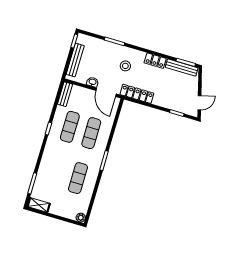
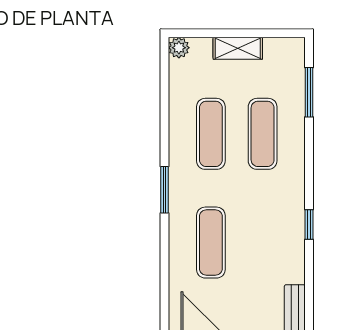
exercise mat: (70, 127) -> (263, 134), moved
shelving: (39, 205) -> (238, 48), moved

